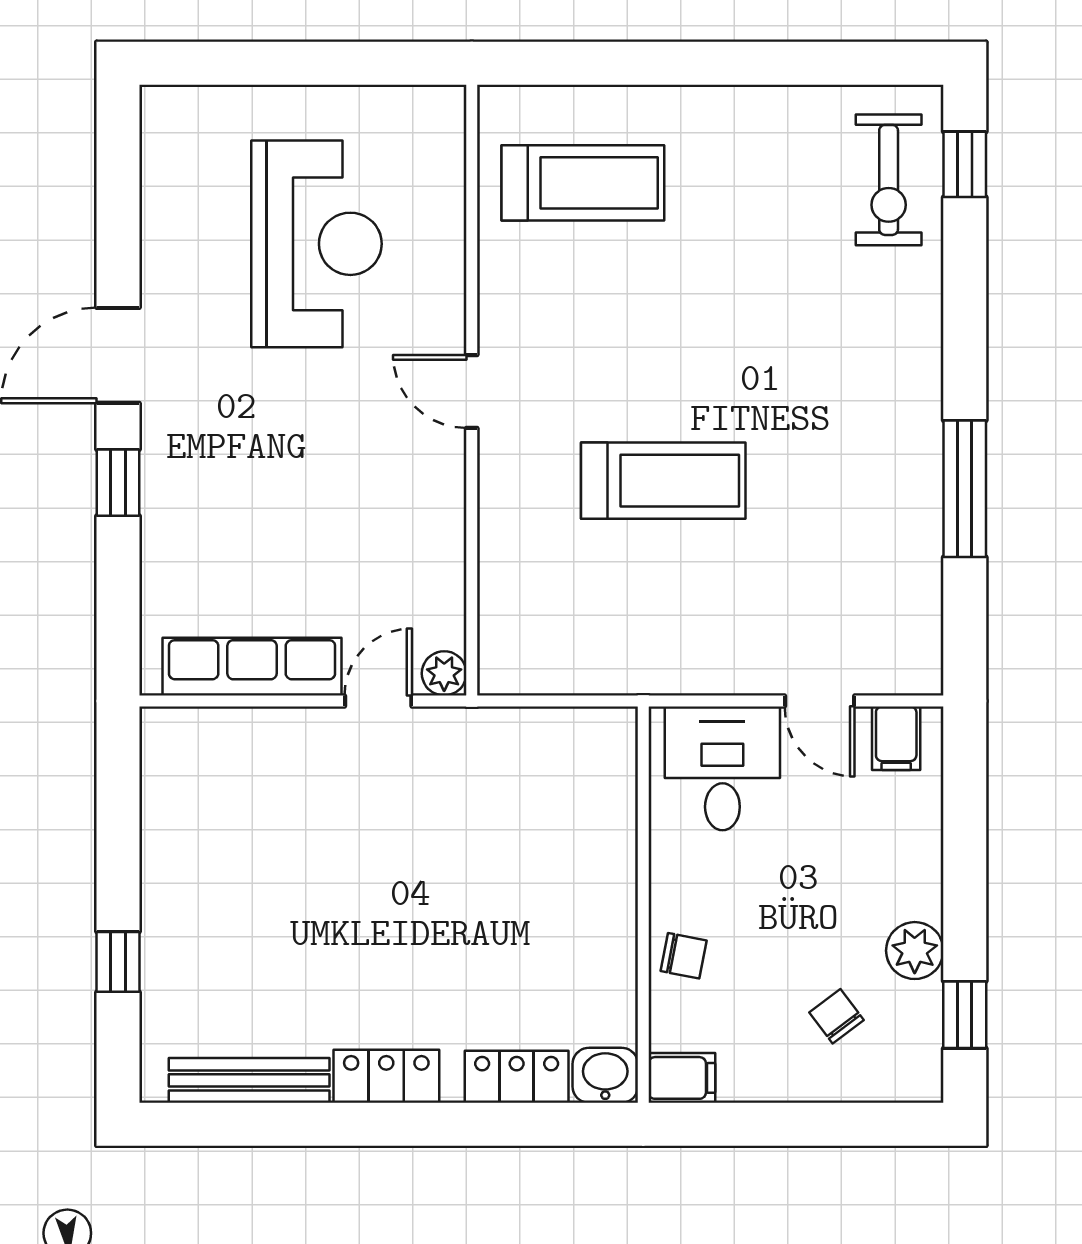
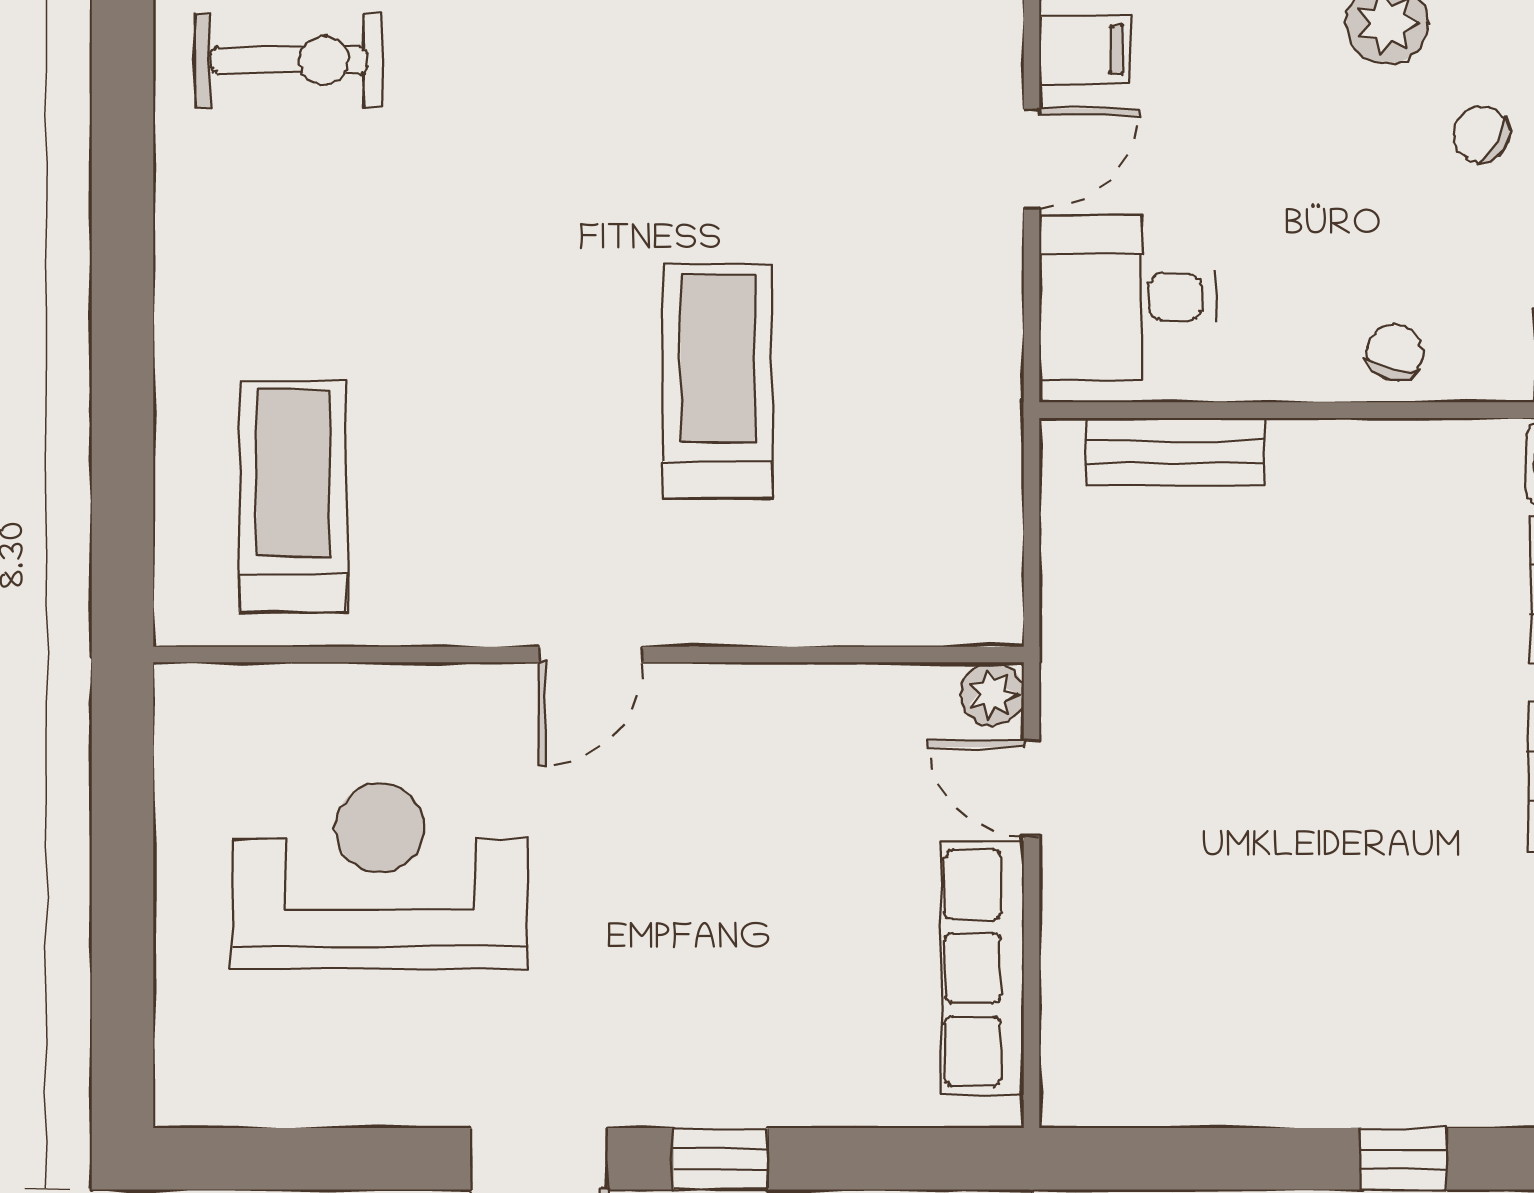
bench: (614, 801) -> (1175, 452), added
chair: (837, 1016) -> (1481, 135), turned 67

